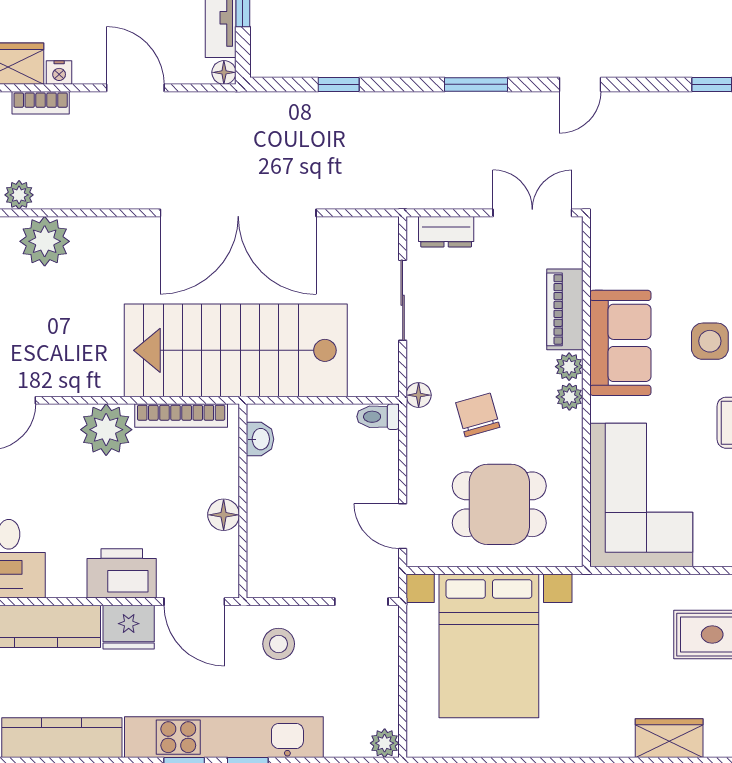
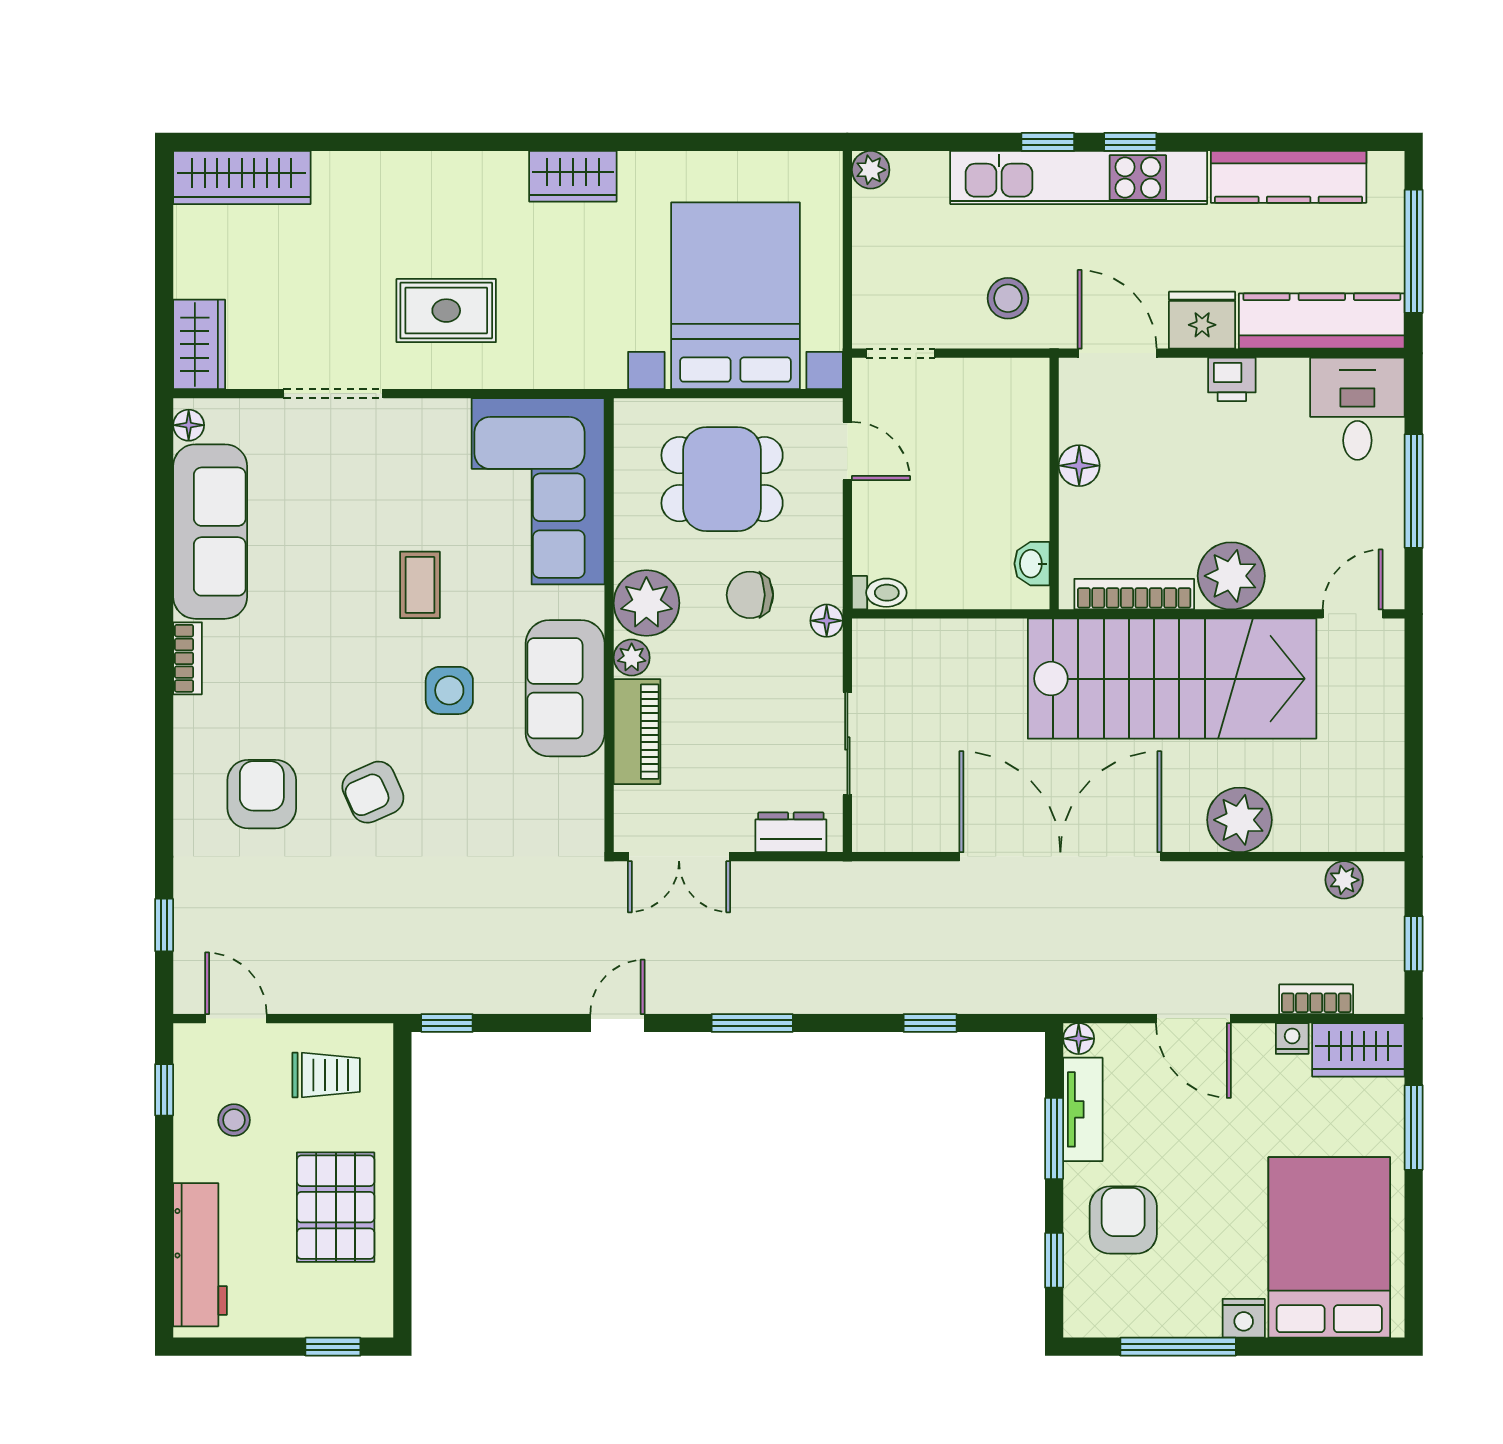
plant: (45, 241) -> (1239, 820), moved
stairs: (236, 350) -> (1172, 679), moved
plant: (569, 397) -> (646, 603), width x1.88, depth x1.88
chair: (478, 415) -> (750, 595), turned 106
printer: (122, 573) -> (1232, 379), width x0.53, depth x0.68
wardrobe: (669, 738) -> (573, 176), moved

